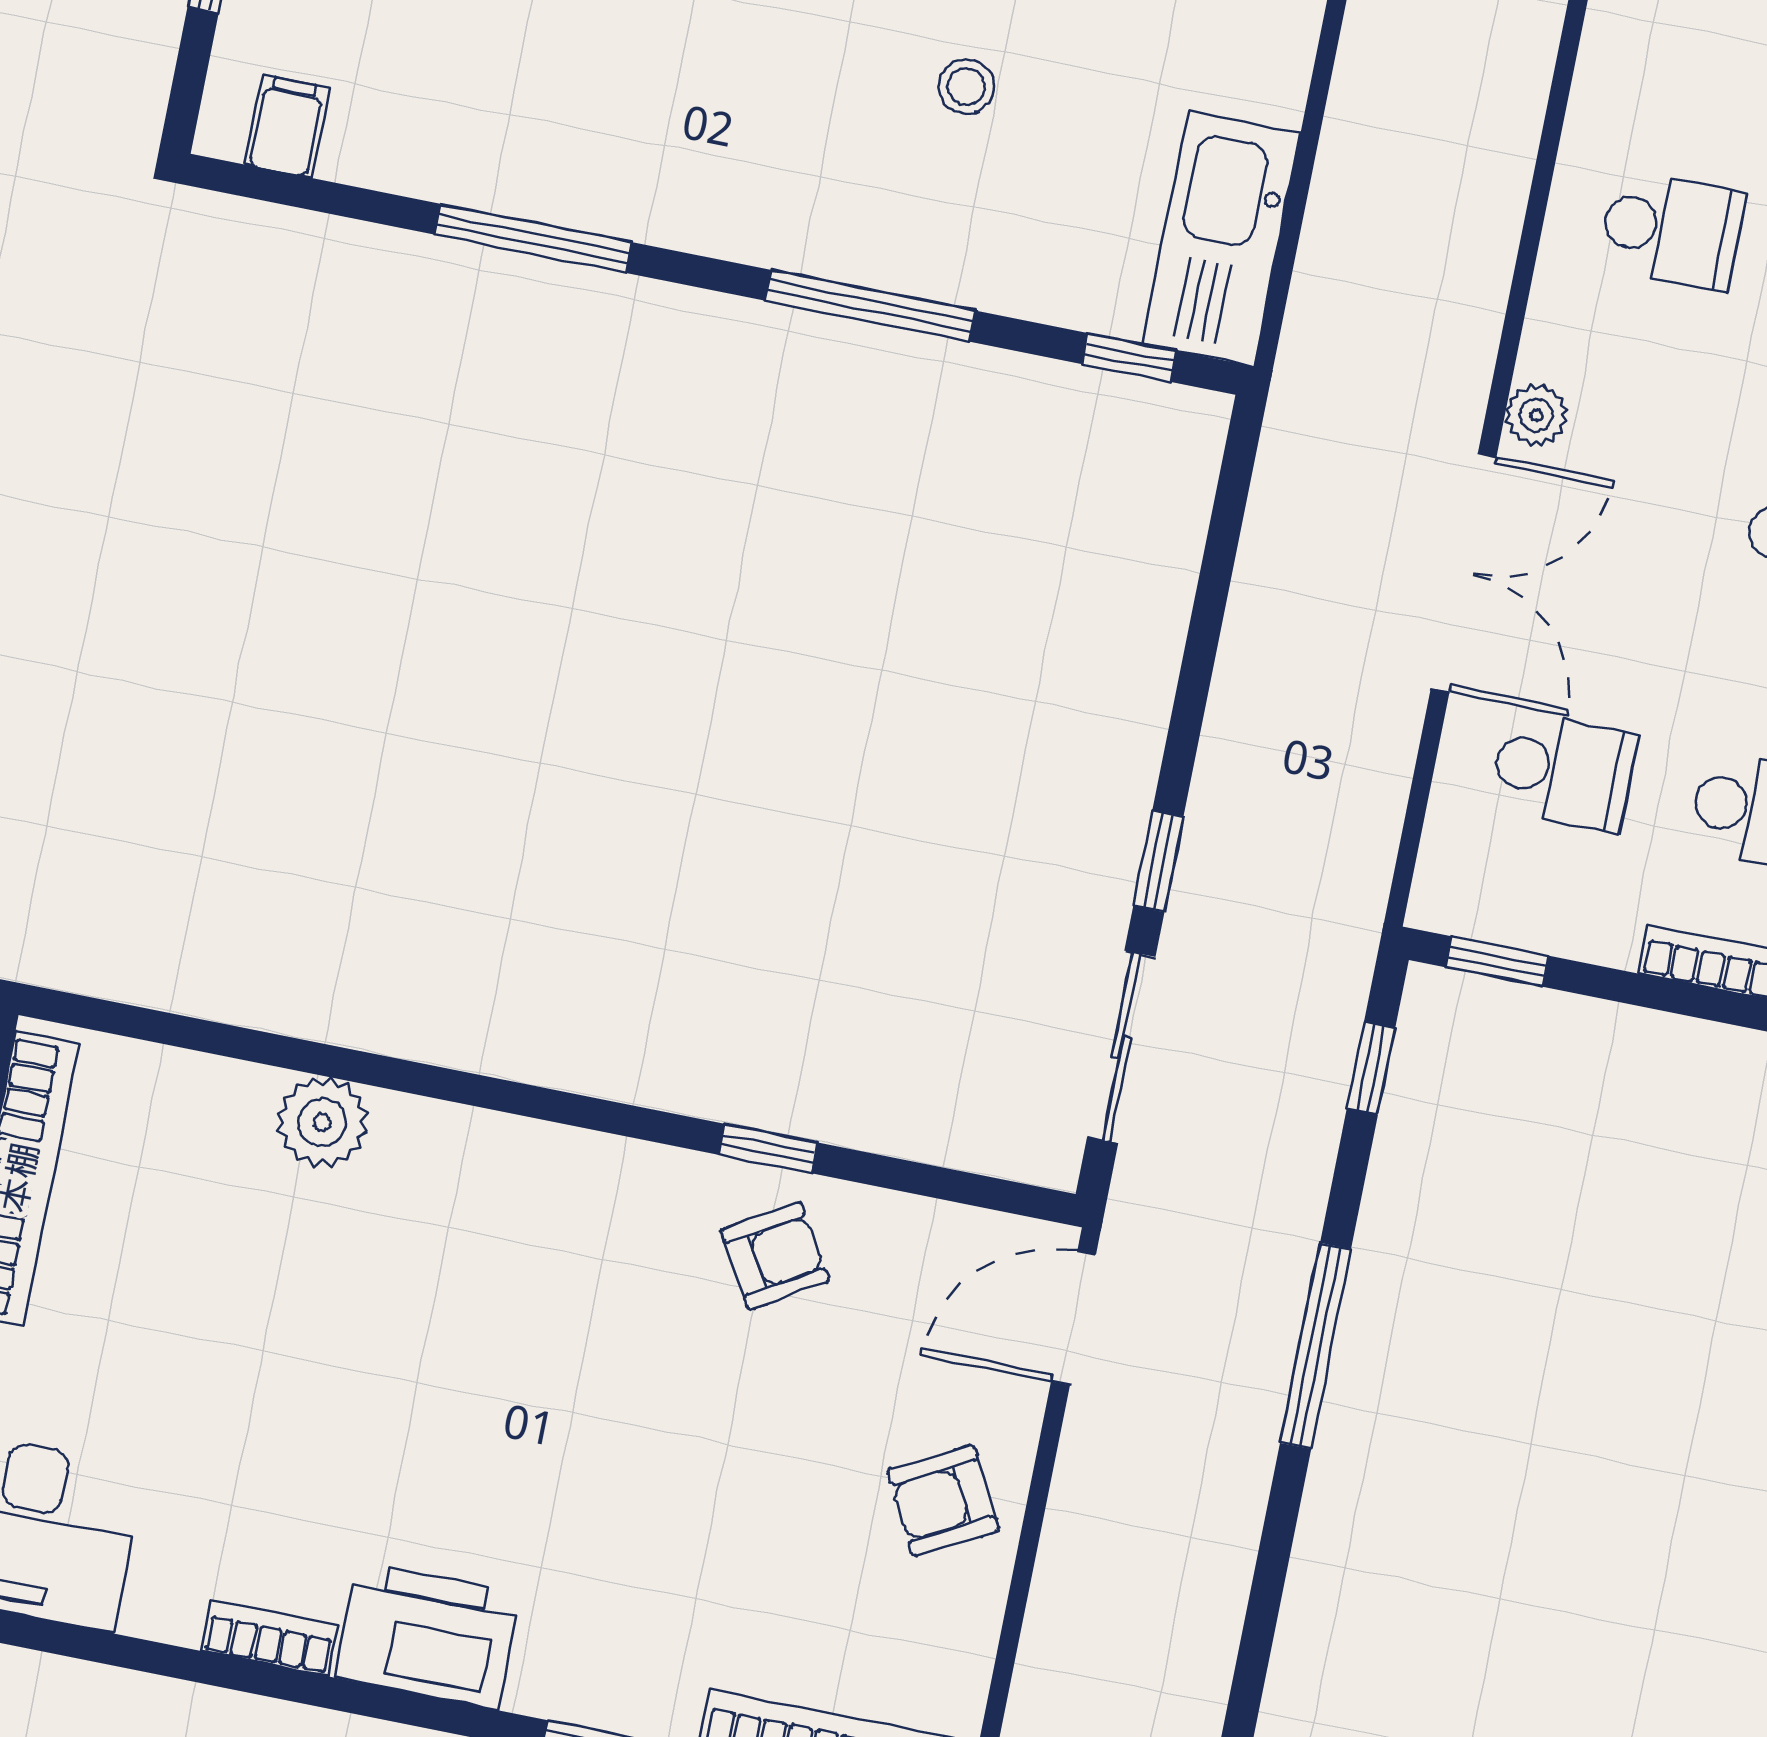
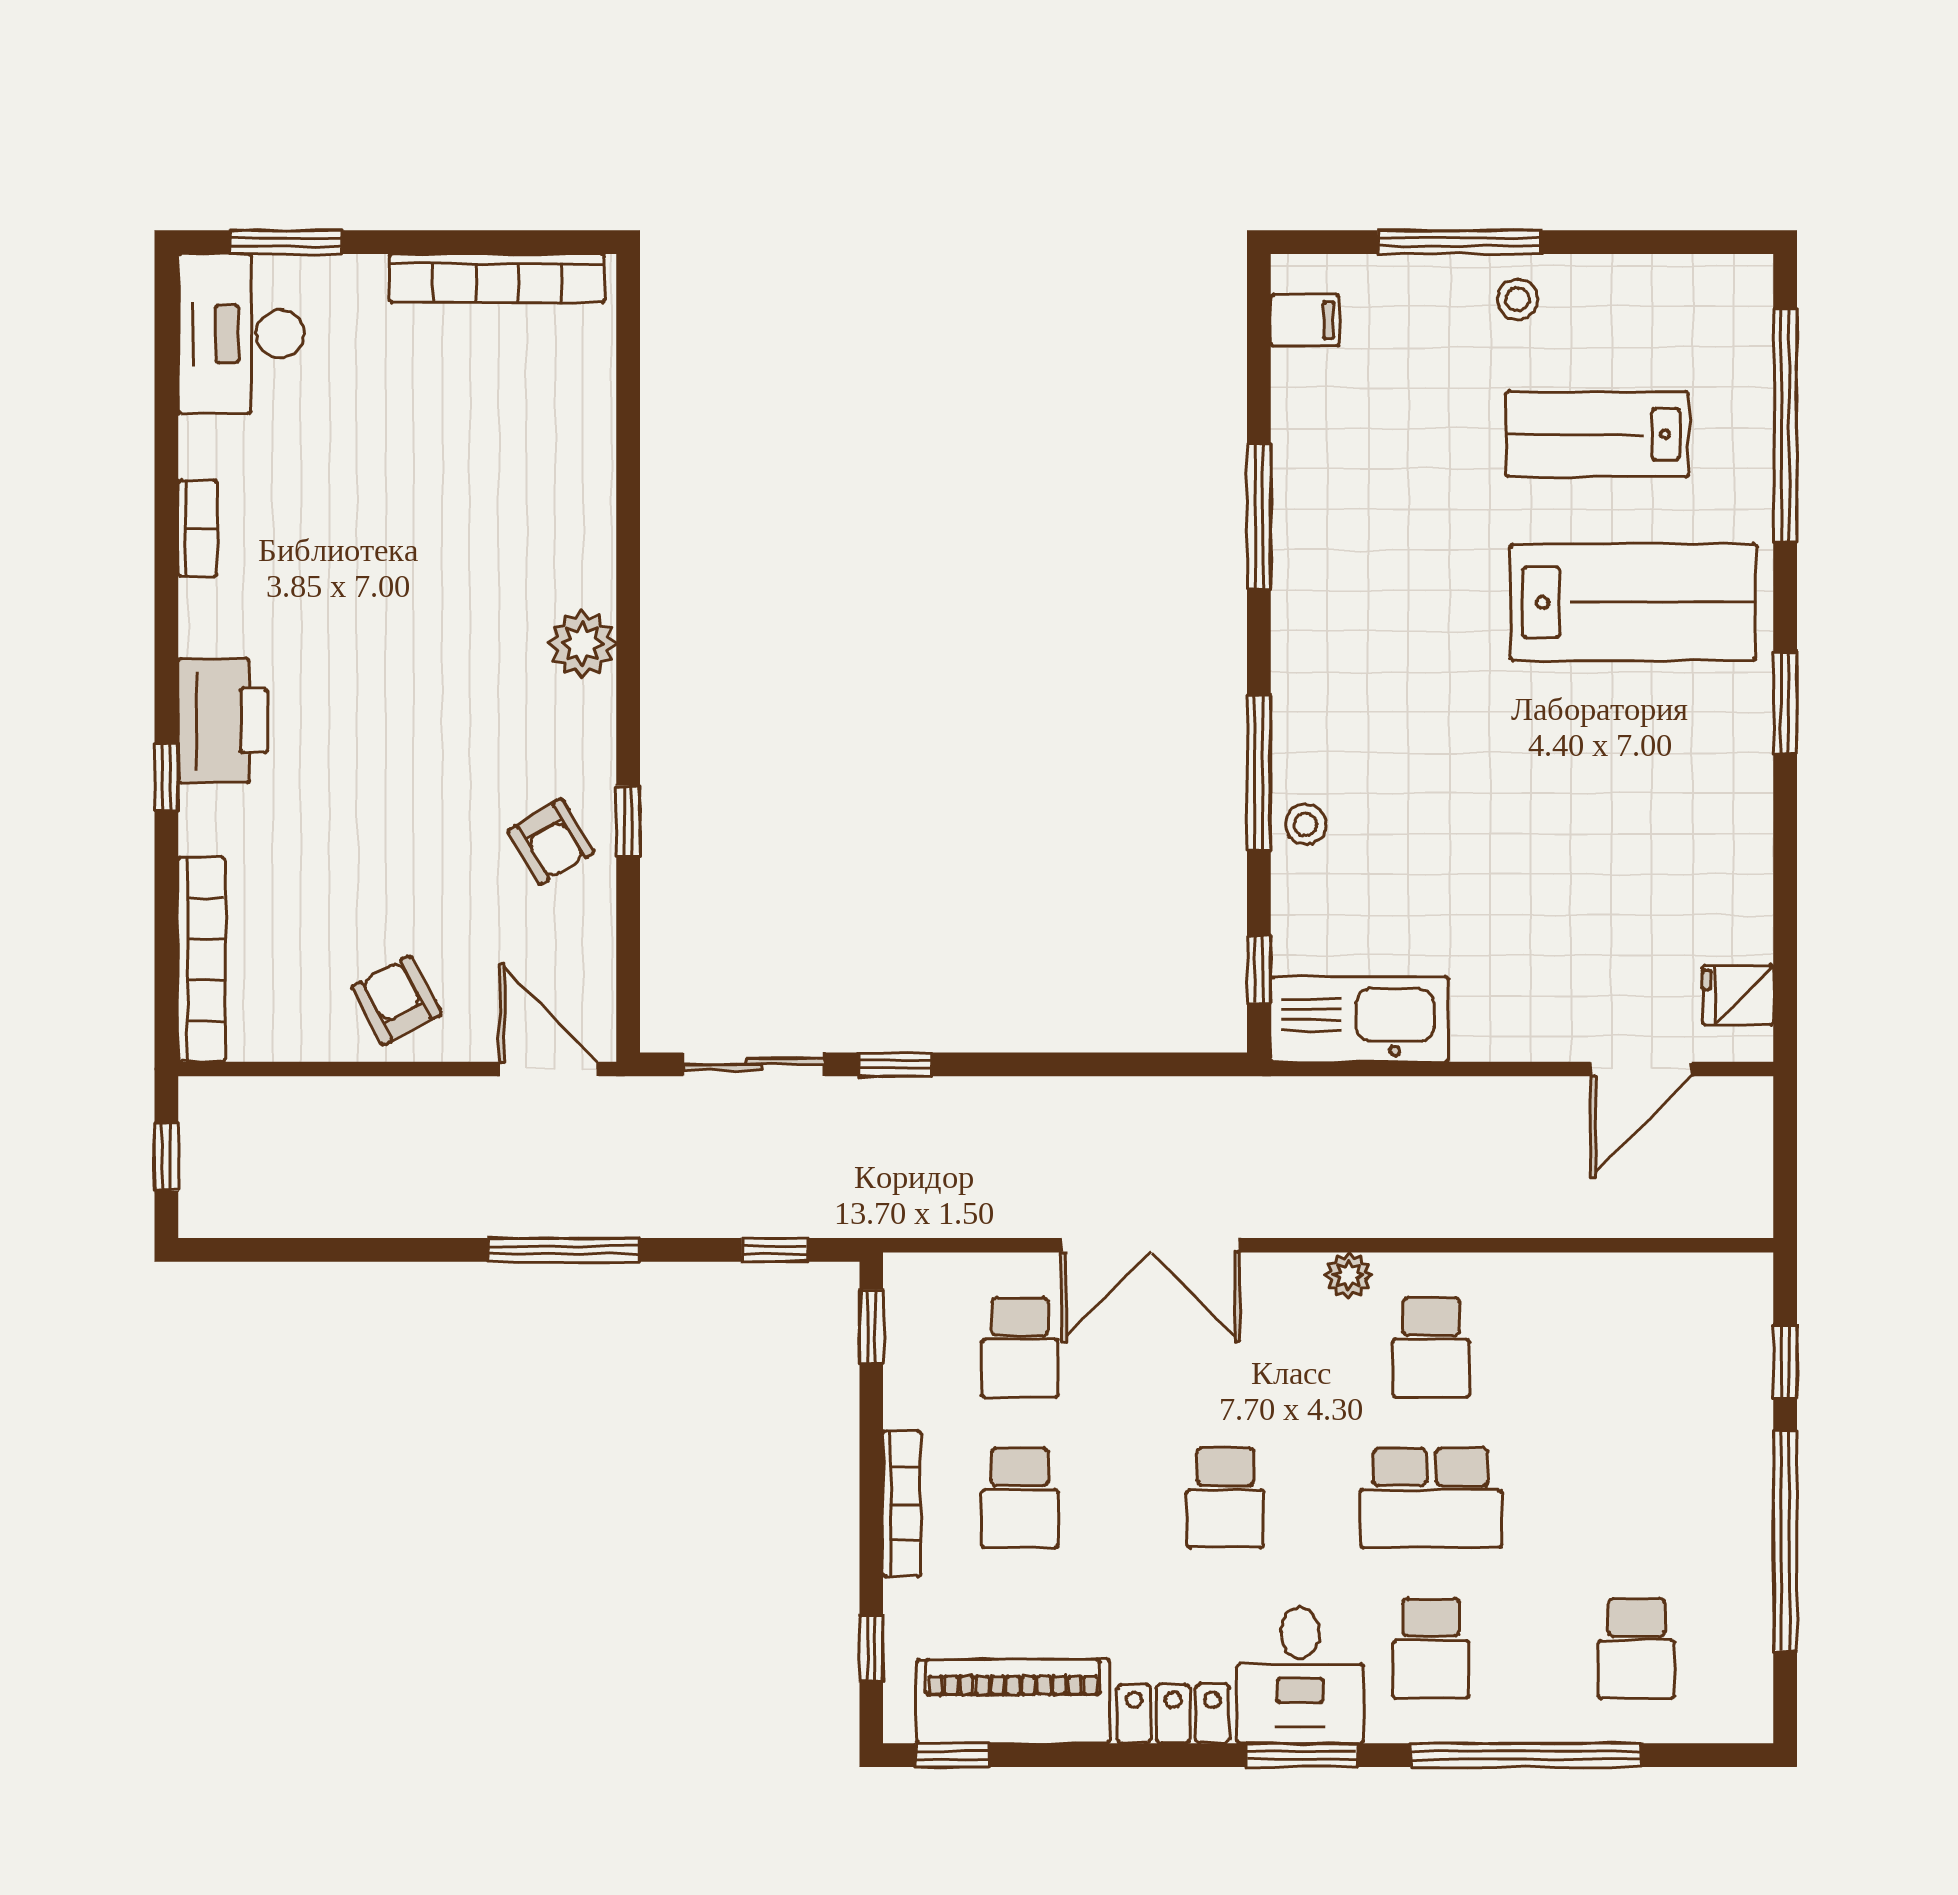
stool: (966, 87) -> (1305, 824), moved
plant: (1536, 415) -> (1348, 1275), moved
plant: (322, 1122) -> (582, 644), moved
printer: (427, 1635) -> (223, 721), moved

